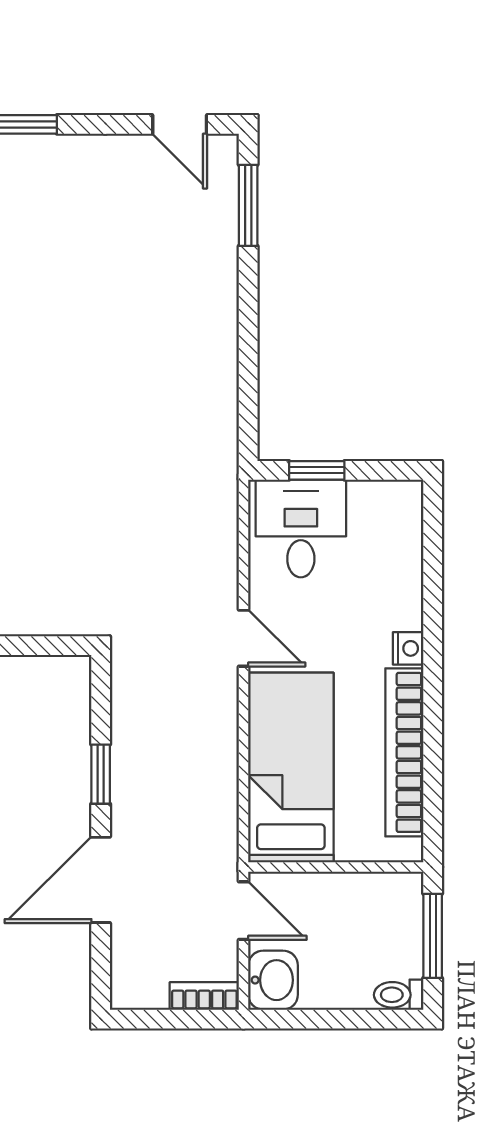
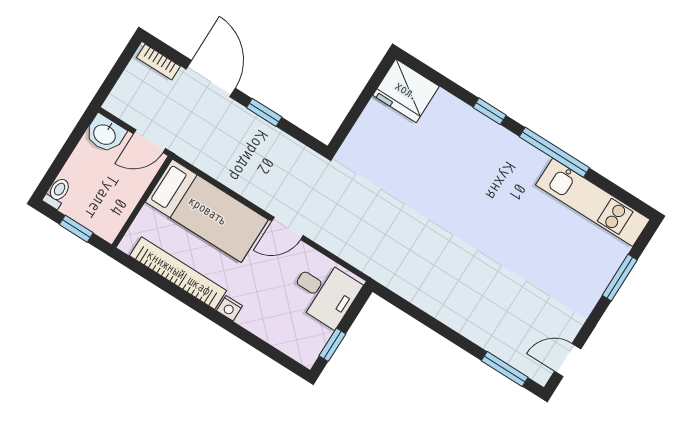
window: (317, 470) -> (332, 345), moved
window: (433, 936) -> (76, 229), width x0.67
bookcase: (204, 996) -> (158, 62), moved, turned 90

